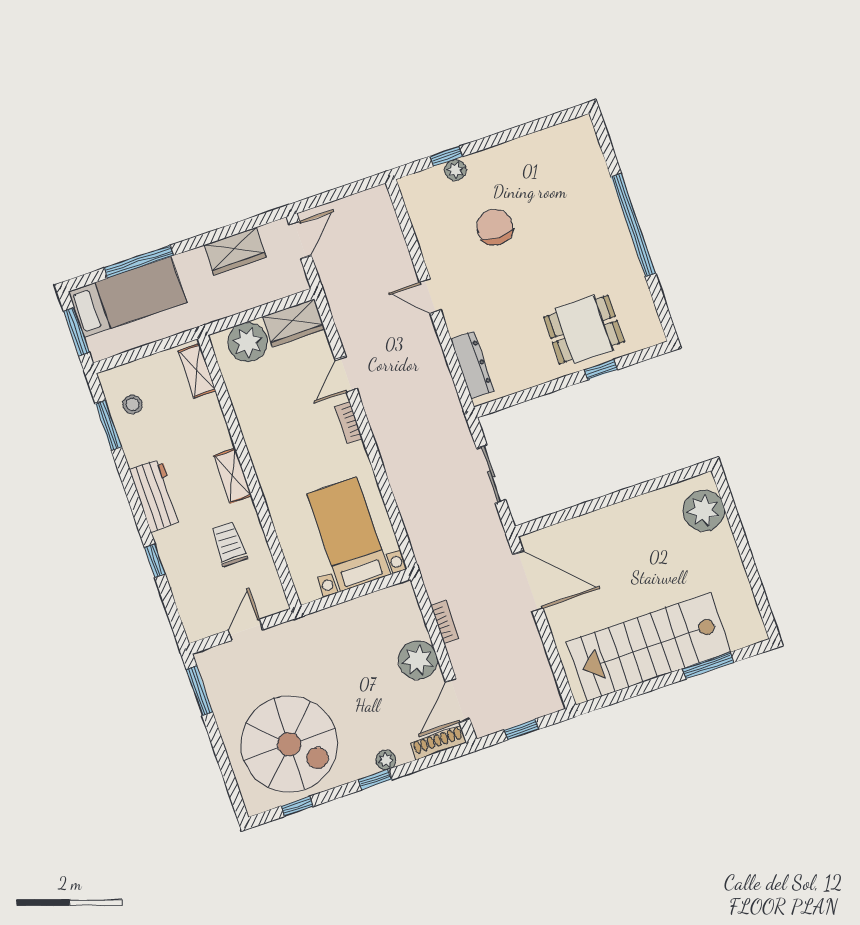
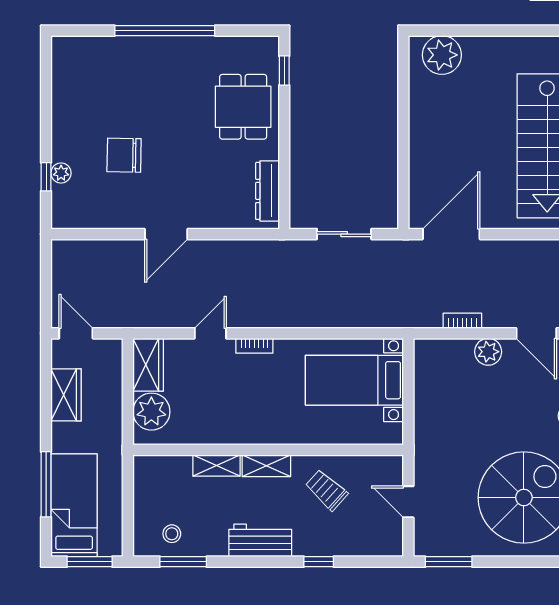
door: (430, 296) -> (166, 234), width x1.38
dresser: (472, 365) -> (267, 191), moved, turned -90
window: (601, 370) -> (284, 71), moved
shelving: (197, 371) -> (217, 466), moved
door: (346, 374) -> (210, 333), swing flipped
trolley: (229, 544) -> (326, 490), turned 42
plant: (418, 660) -> (488, 352), width x0.73, depth x0.73

